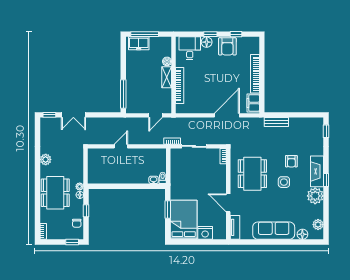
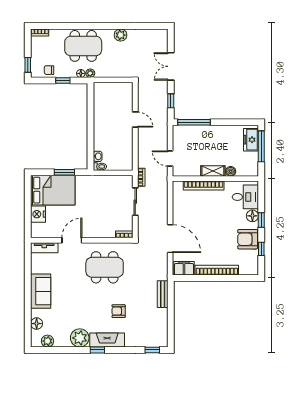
window: (49, 115) -> (171, 101), moved
side table: (284, 182) -> (95, 303), removed
sofa: (274, 231) -> (41, 291), width x0.73

